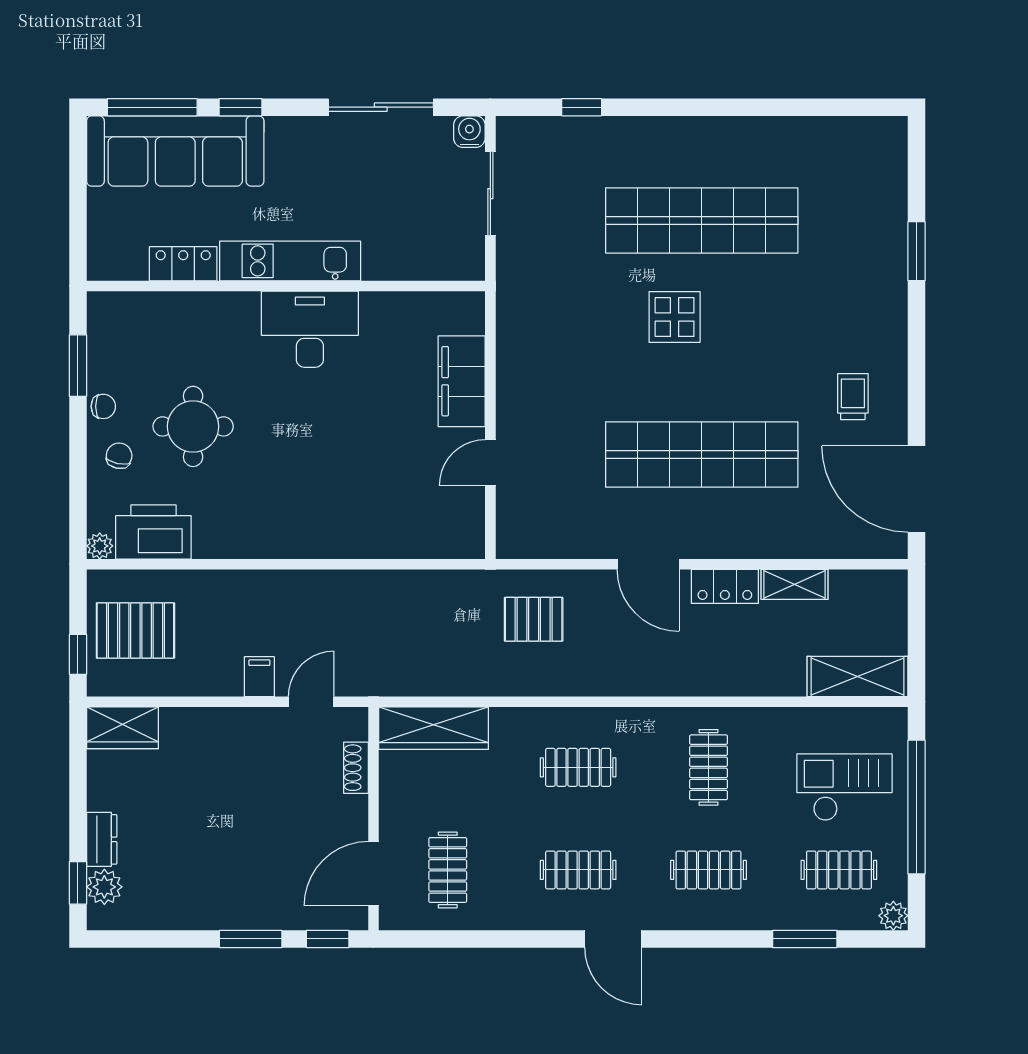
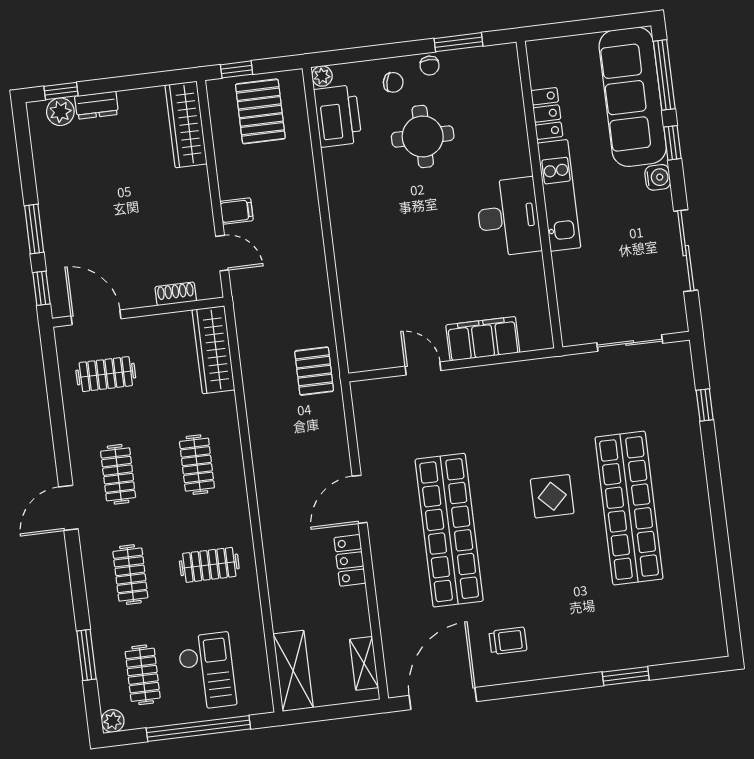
water cooler: (469, 132) -> (658, 177), moved
shelving: (795, 584) -> (364, 663), moved
pallet: (534, 619) -> (314, 371), moved
wardrobe: (122, 728) -> (186, 124), width x1.50

